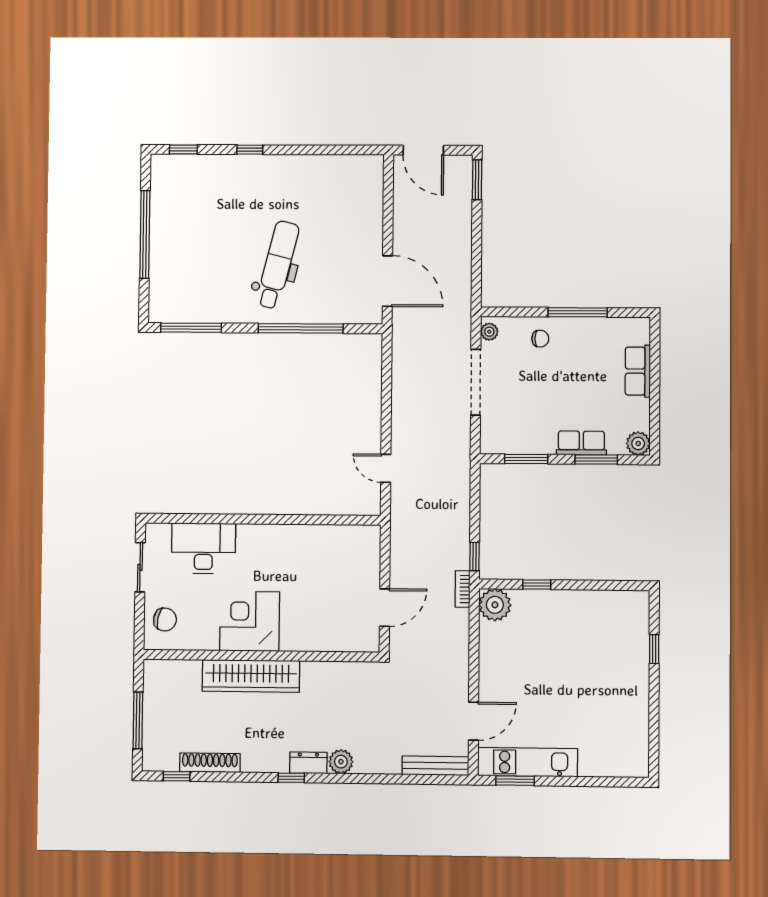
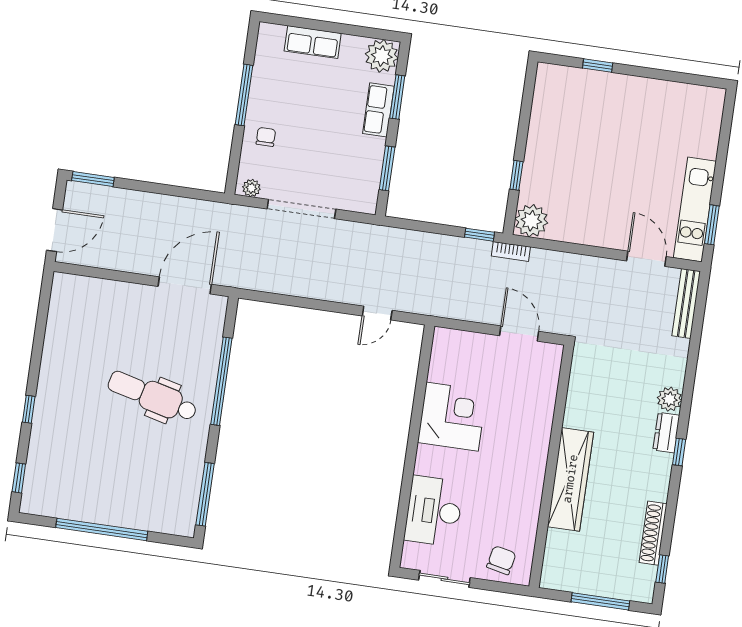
plant: (638, 443) -> (382, 56), width x1.36, depth x1.36
corner desk: (250, 621) -> (452, 417), moved, turned 180

